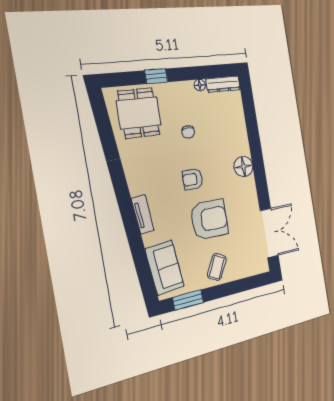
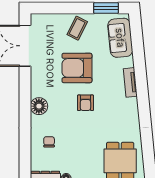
chair: (188, 132) -> (49, 142), moved
armchair: (193, 179) -> (85, 103), turned 90

